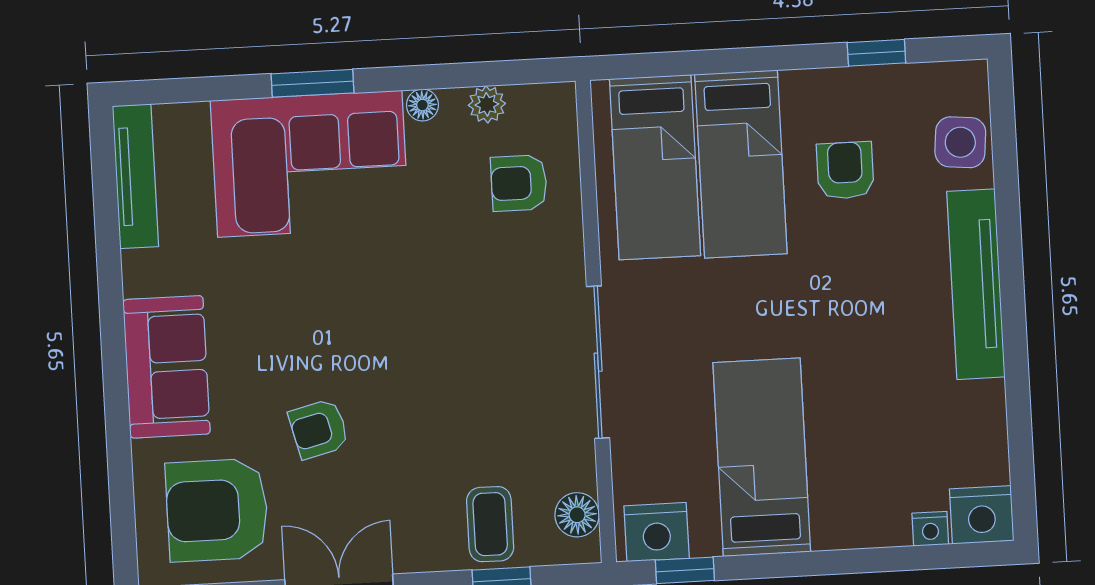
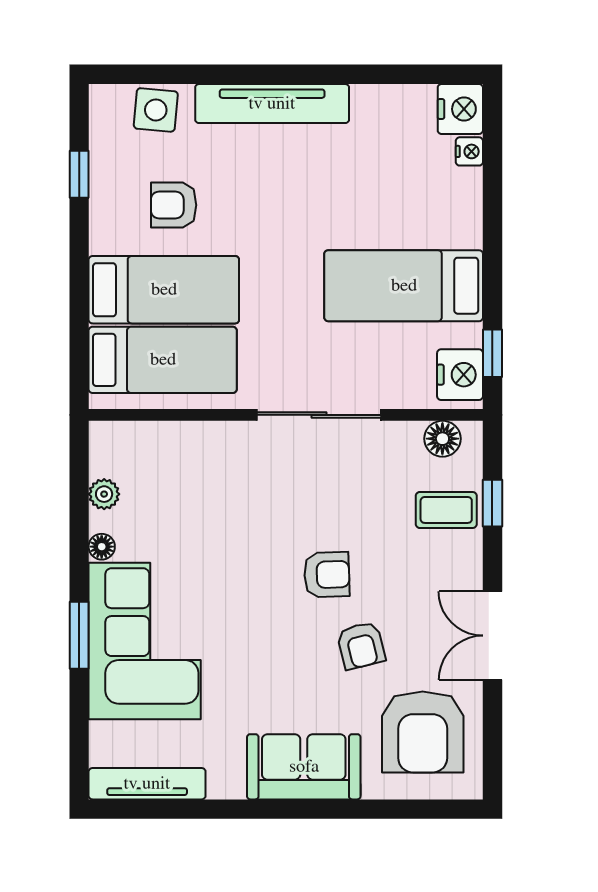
armchair: (519, 183) -> (327, 575), moved, turned -92

